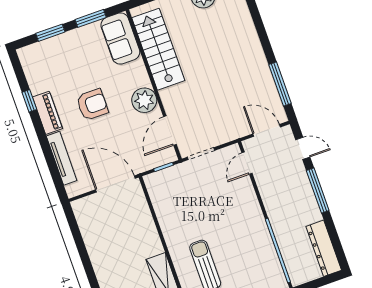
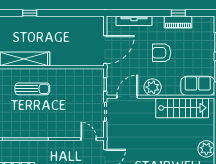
armchair: (92, 105) -> (162, 53), turned 90
piano: (47, 113) -> (178, 22), moved
door: (170, 131) -> (127, 97), hinge flipped

